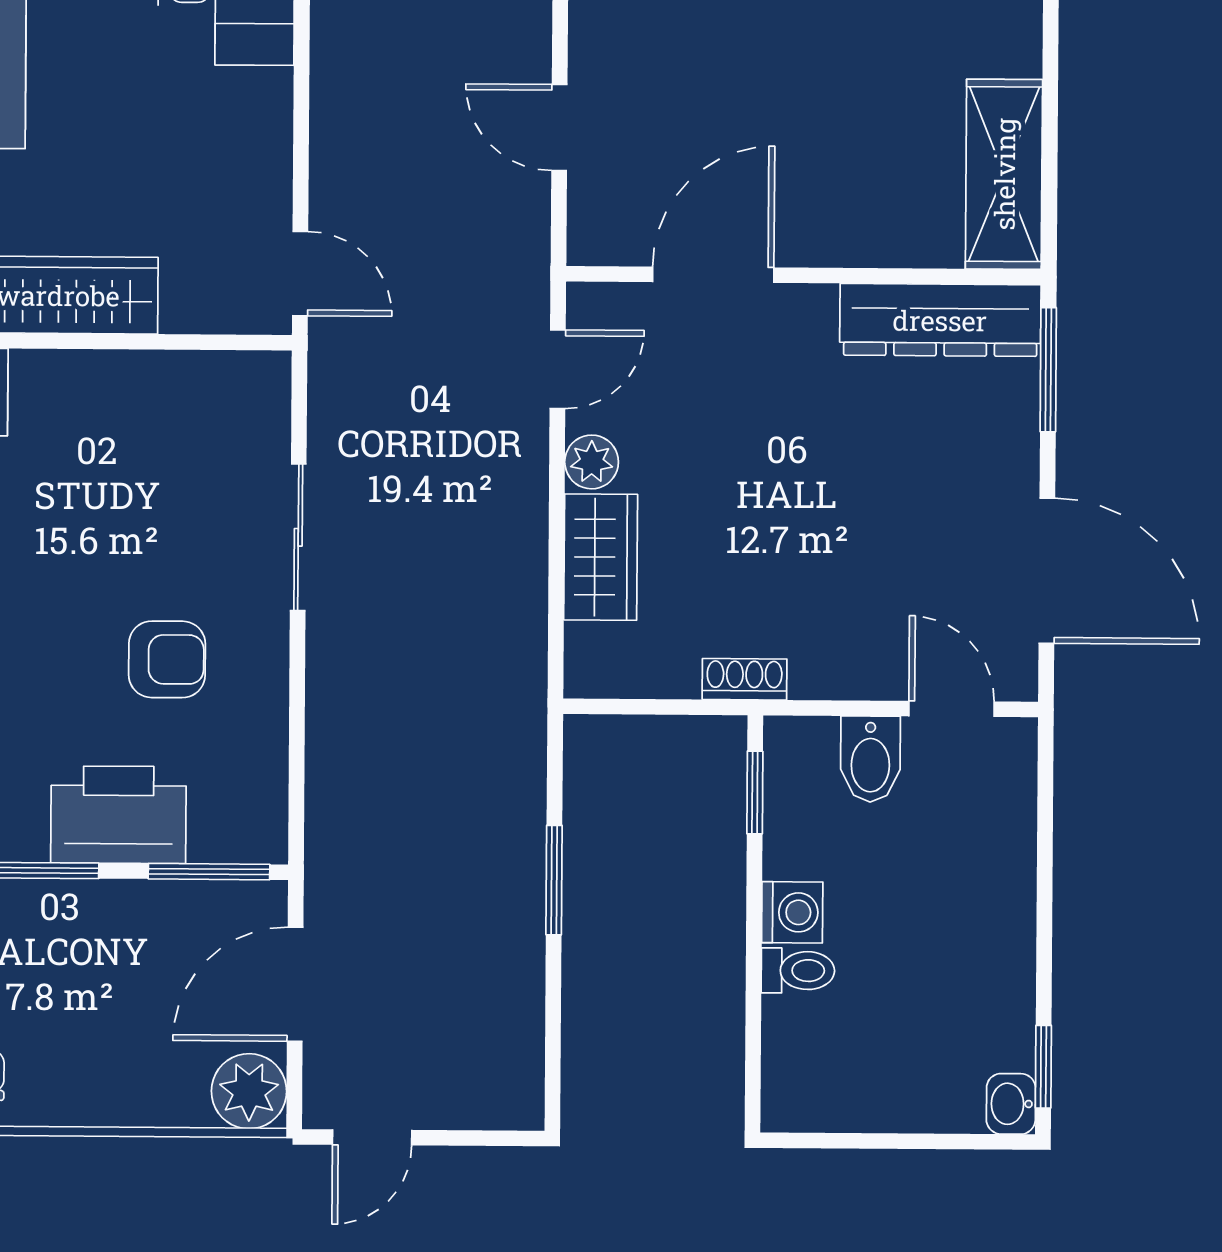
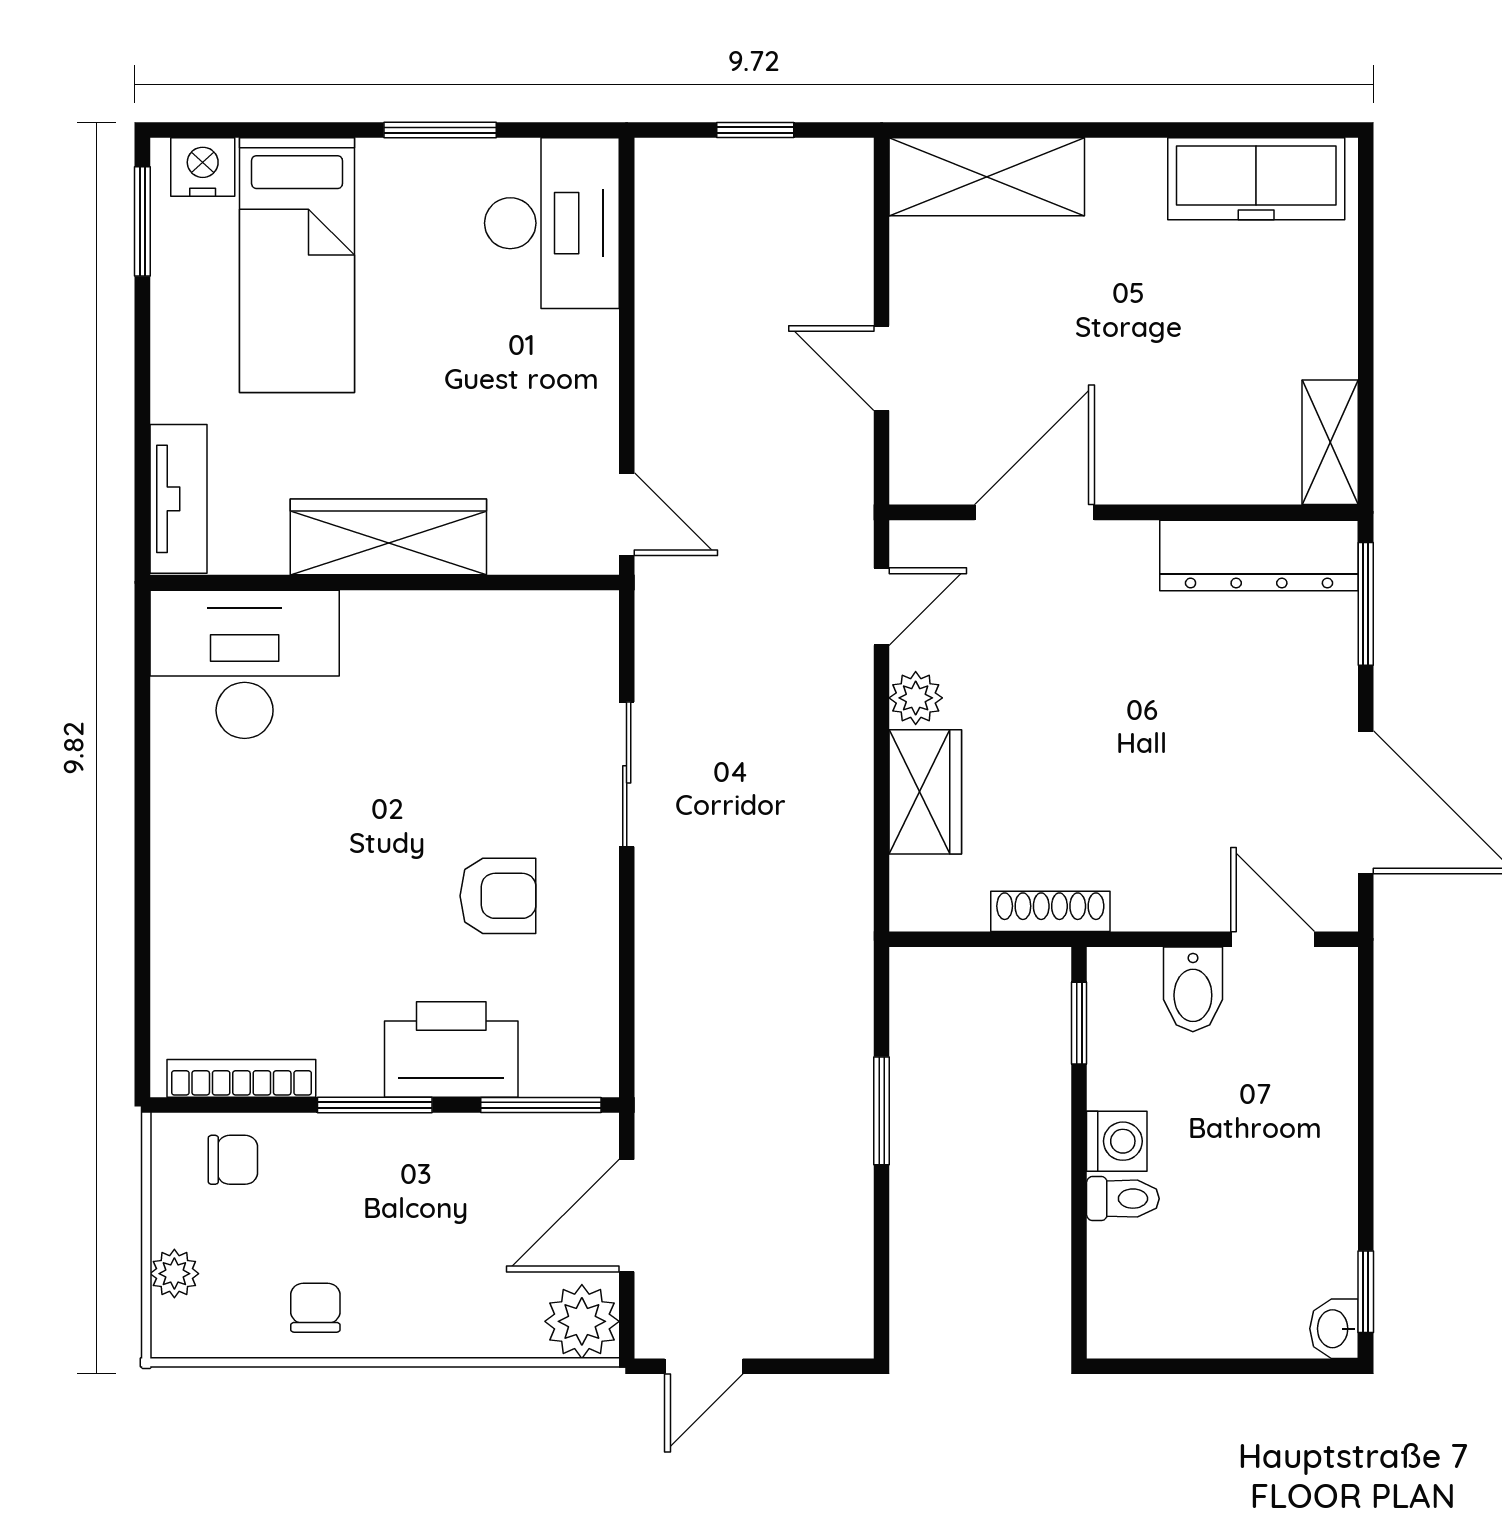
shelving: (1004, 174) -> (1330, 442), width x0.67, depth x0.75
shoe rack: (745, 679) -> (1050, 911), width x1.43

